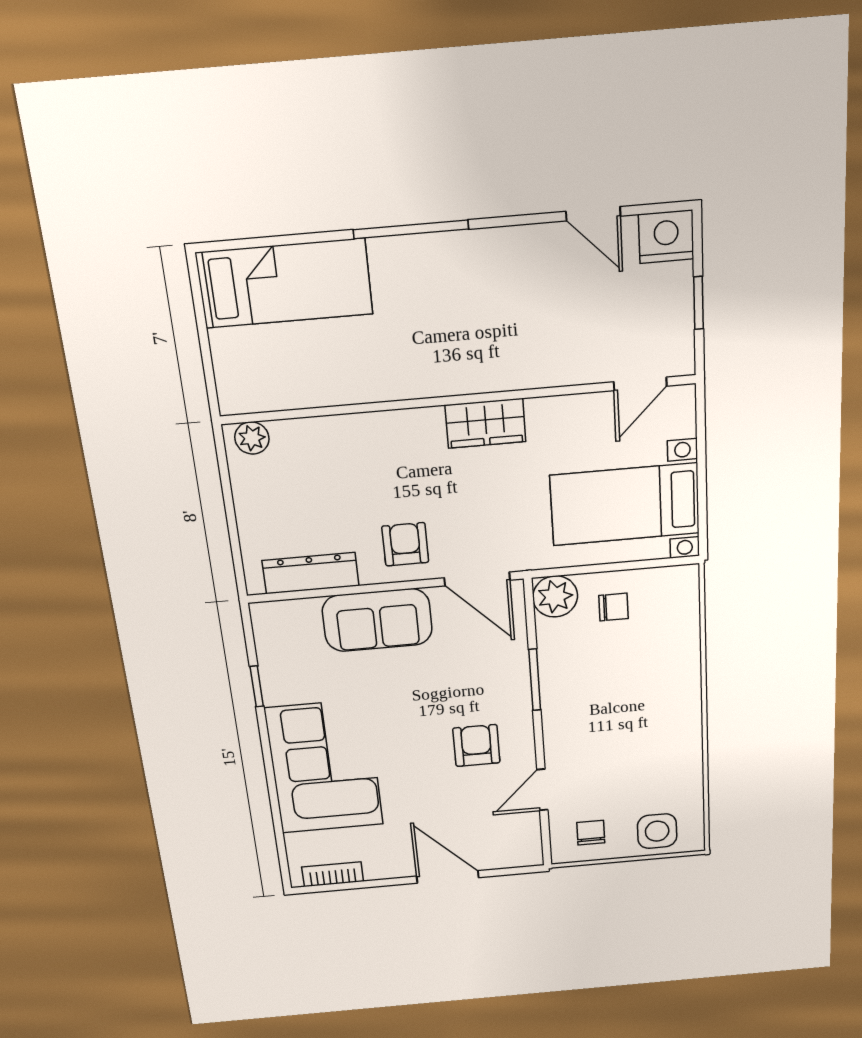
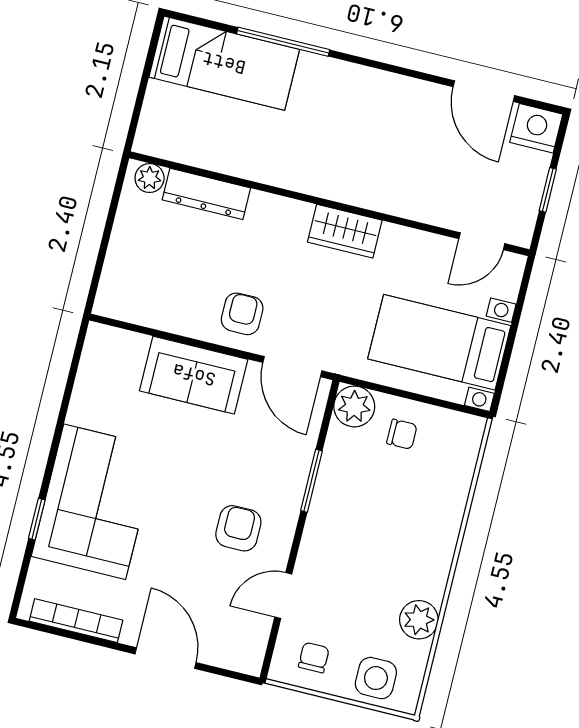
door: (593, 214) -> (484, 91), width x1.38
window: (411, 229) -> (283, 42), moved
dresser: (311, 573) -> (206, 194), moved, turned 180
window: (257, 686) -> (37, 519), moved
plant: (684, 769) -> (419, 620), added
bookcase: (333, 874) -> (76, 621), width x1.56

